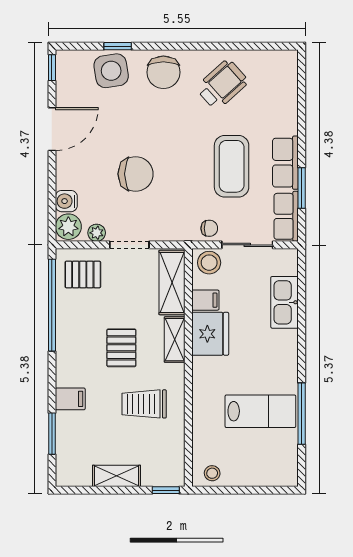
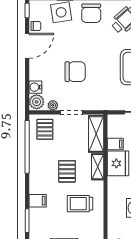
chair: (209, 228) -> (36, 26), moved
stool: (209, 263) -> (117, 122), removed
pallet: (83, 274) -> (45, 129), turned 90

